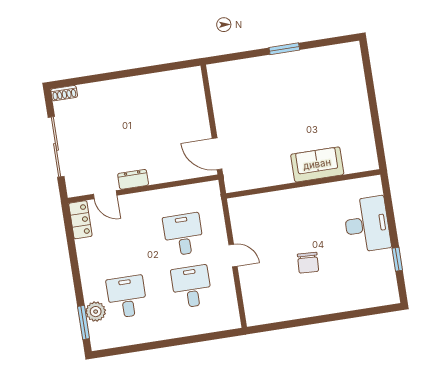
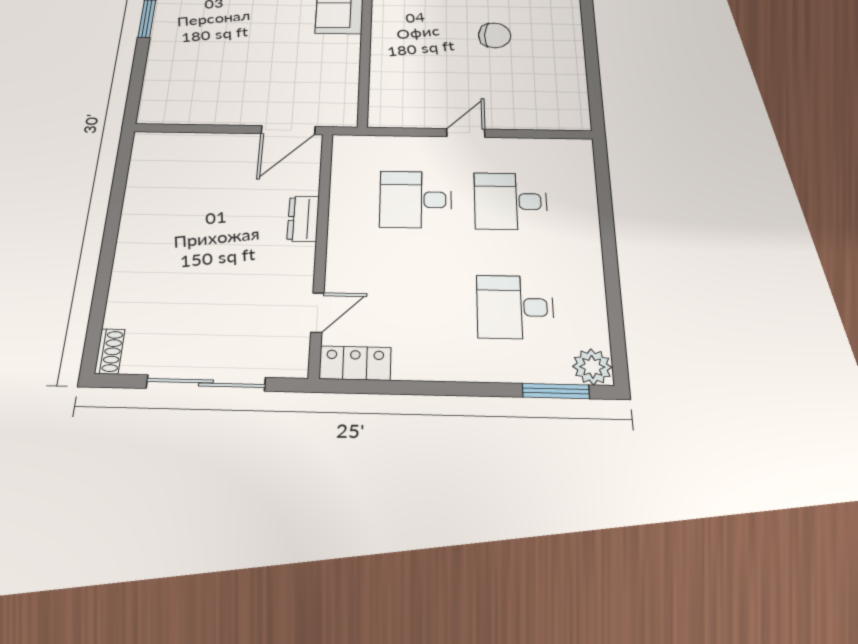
dresser: (133, 179) -> (303, 219), moved
plant: (96, 312) -> (592, 367), moved

